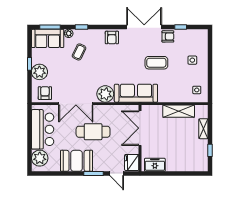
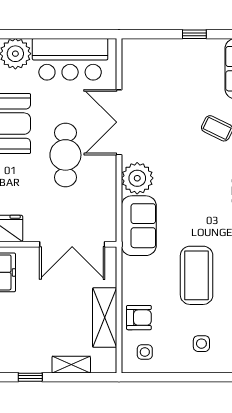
coffee table: (156, 63) -> (197, 275), width x1.36, depth x1.32
plant: (39, 72) -> (179, 53), removed
armchair: (45, 93) -> (139, 318), moved
sofa: (136, 93) -> (139, 226), width x0.73
double door: (140, 128) -> (72, 244), swing flipped

